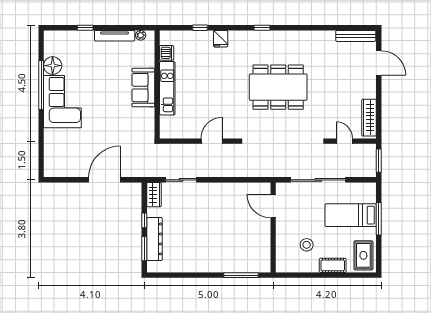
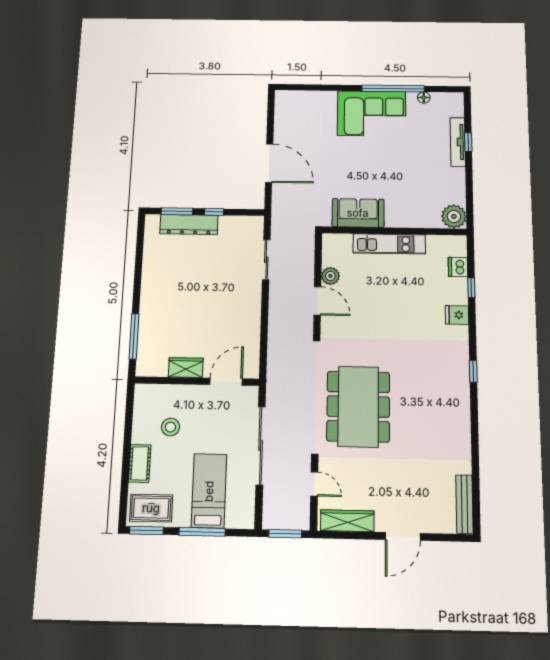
plant: (141, 35) -> (454, 216), width x1.88, depth x1.88
tv unit: (115, 36) -> (458, 142), moved
dishwasher: (167, 53) -> (458, 267), moved, turned 90
door: (379, 63) -> (403, 536), moved
floor lamp: (53, 66) -> (424, 97), width x0.53, depth x0.53
dining table: (278, 87) -> (358, 407), moved
sofa: (143, 88) -> (358, 213), moved
plant: (193, 132) -> (330, 276), added
door: (344, 141) -> (314, 484), hinge flipped
wardrobe: (154, 195) -> (186, 368), moved, turned 180
window: (379, 258) -> (146, 530), added

